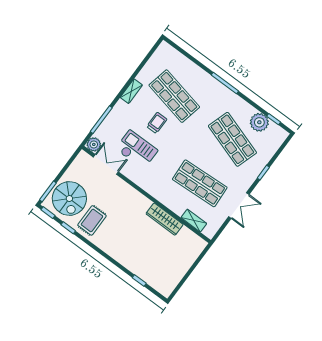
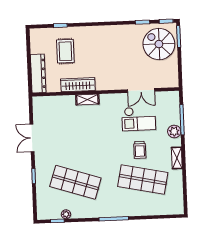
plant: (259, 122) -> (66, 214), width x0.53, depth x0.53
plant: (94, 144) -> (174, 131), moved
double door: (106, 164) -> (141, 90), moved
shop shelf: (200, 183) -> (73, 131), removed
rug: (92, 220) -> (65, 51), moved
shelving: (194, 221) -> (87, 100), moved
dresser: (190, 255) -> (38, 73), added

